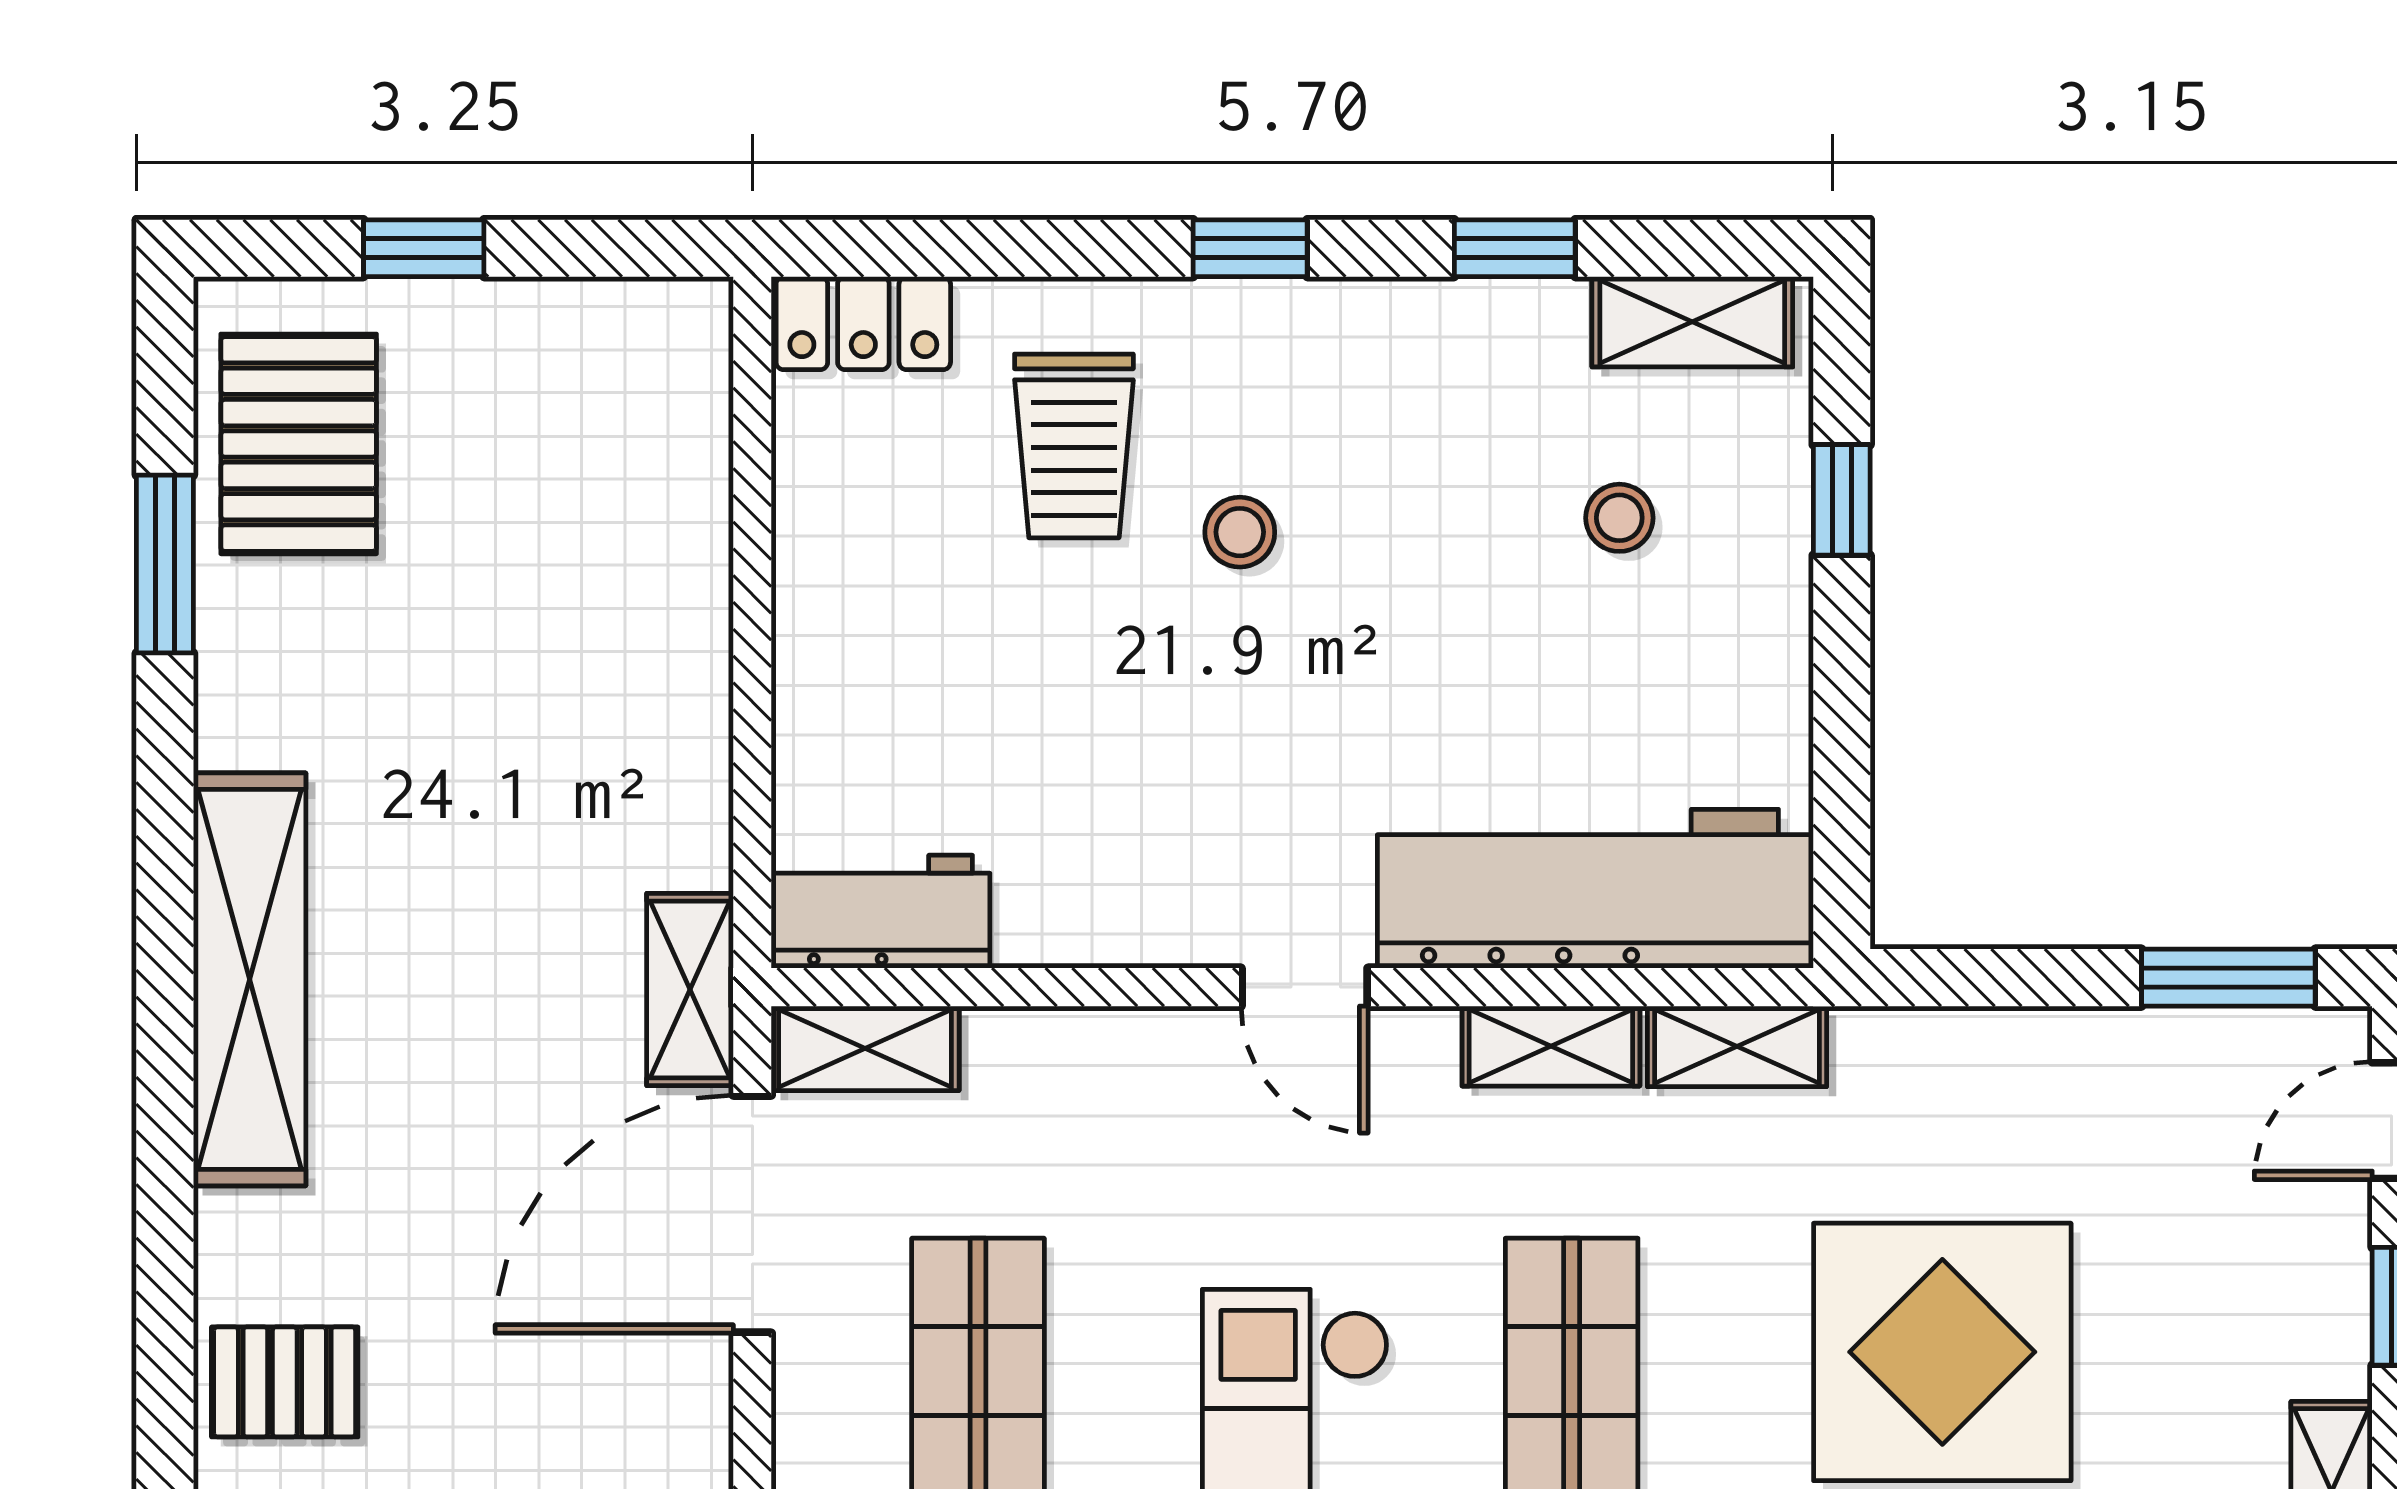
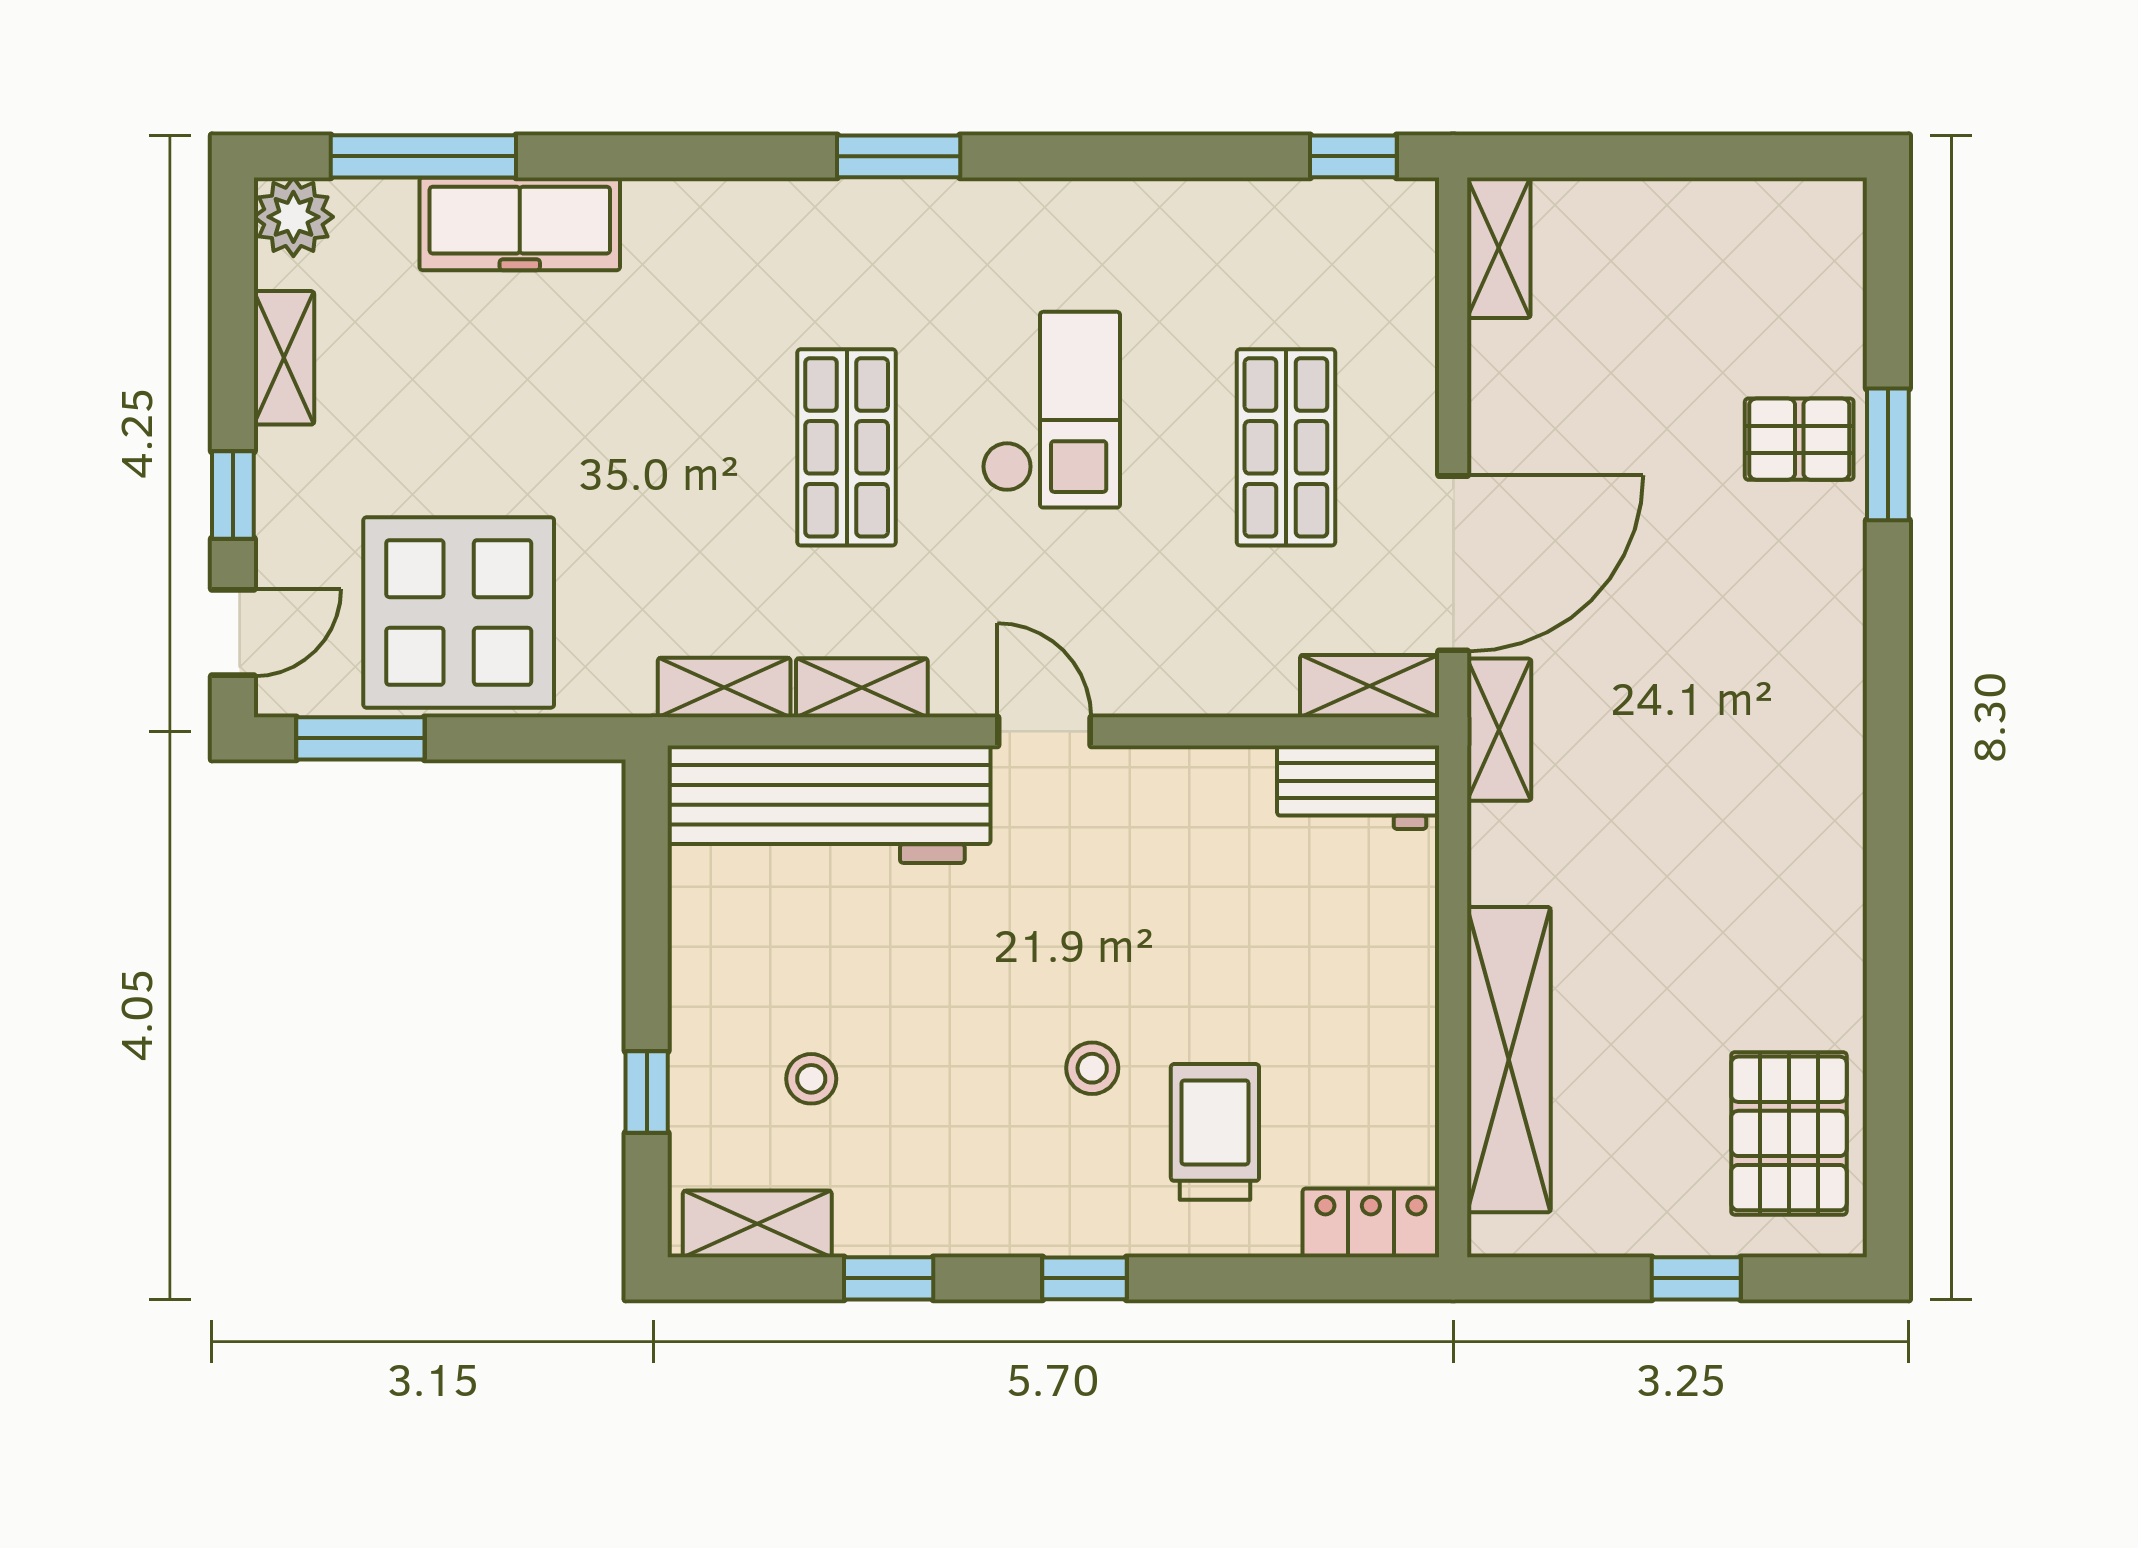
window: (165, 564) -> (1888, 454), moved
shelving: (250, 979) -> (1509, 1060), moved
display table: (1942, 1352) -> (459, 613), moved

